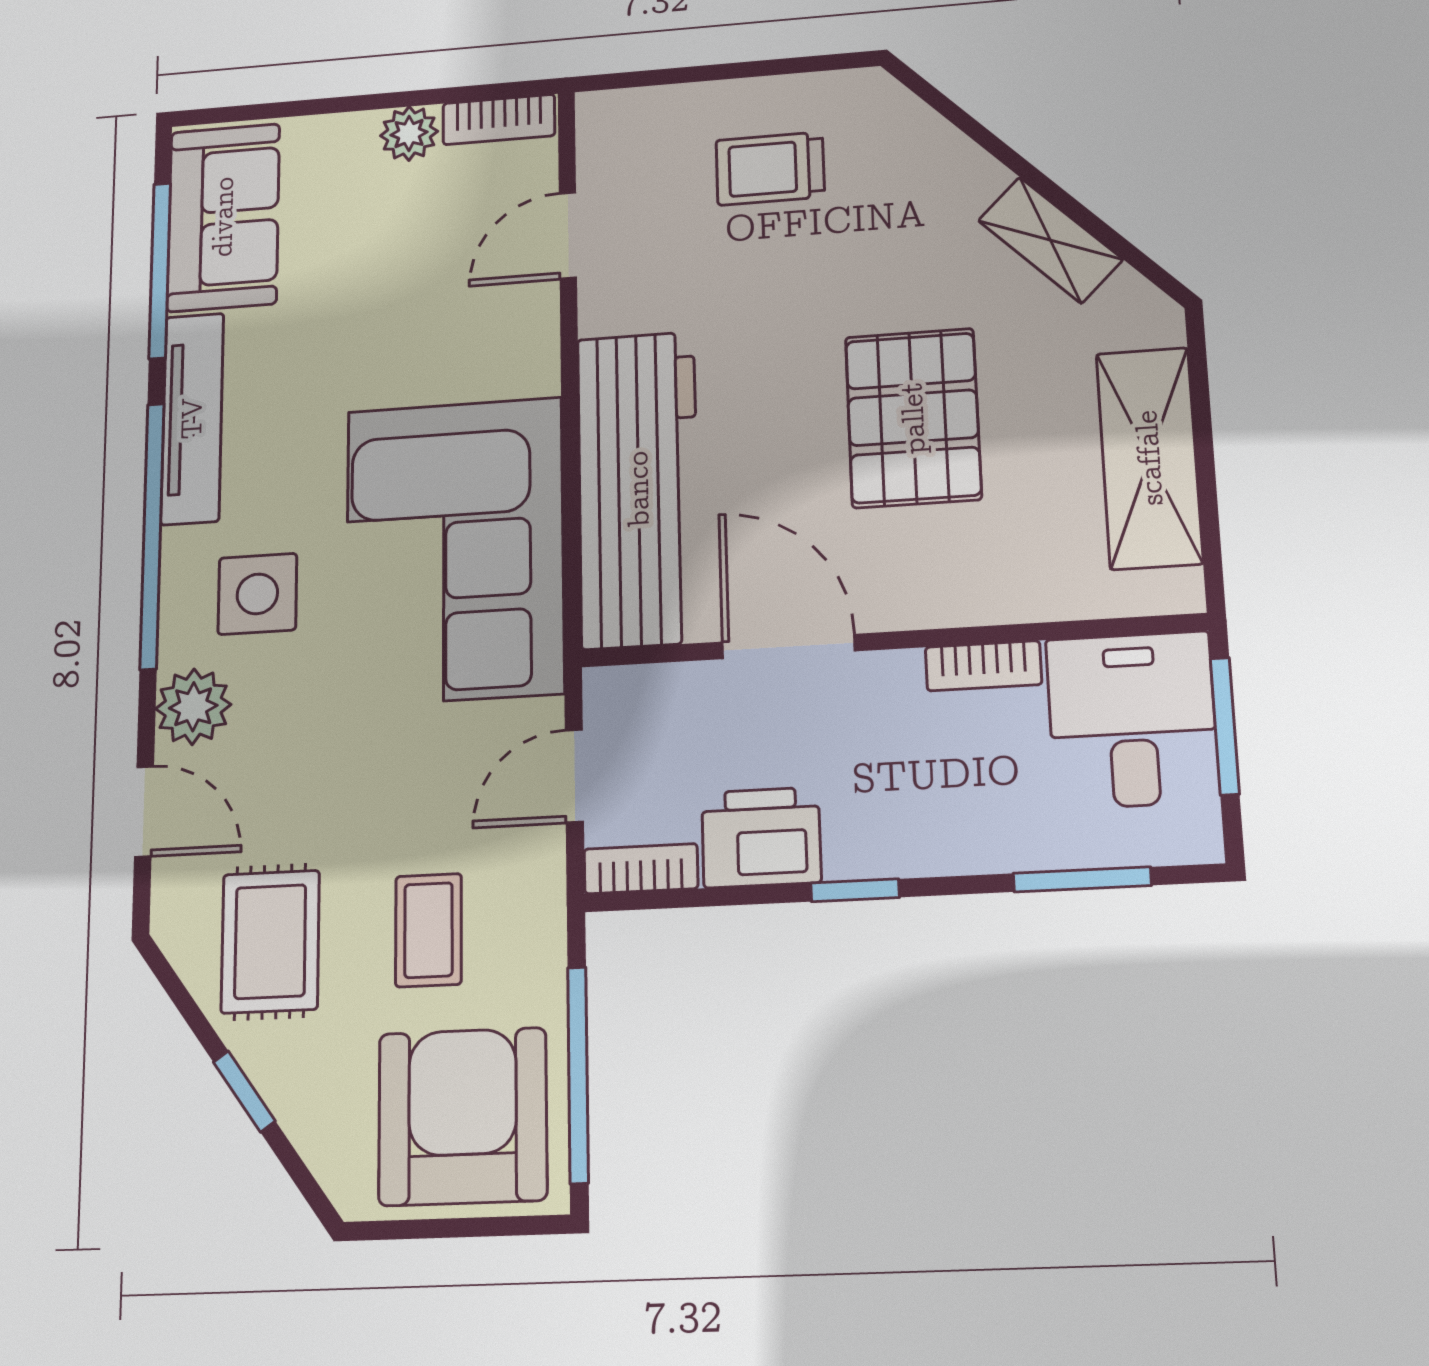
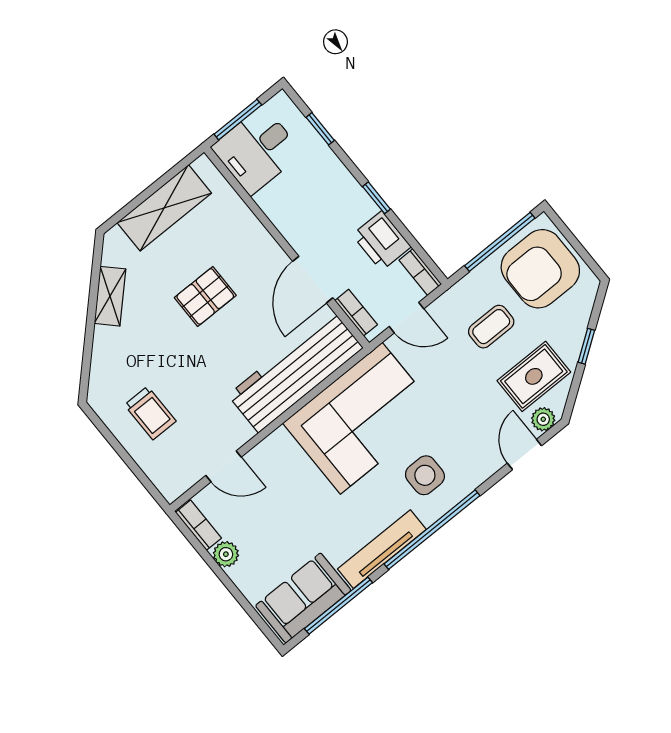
pallet: (913, 418) -> (205, 296), width x0.67, depth x0.71
bookcase: (983, 666) -> (356, 313), moved
plant: (193, 707) -> (543, 419), moved, width x0.73, depth x0.73
window: (1082, 879) -> (320, 129), width x0.67

